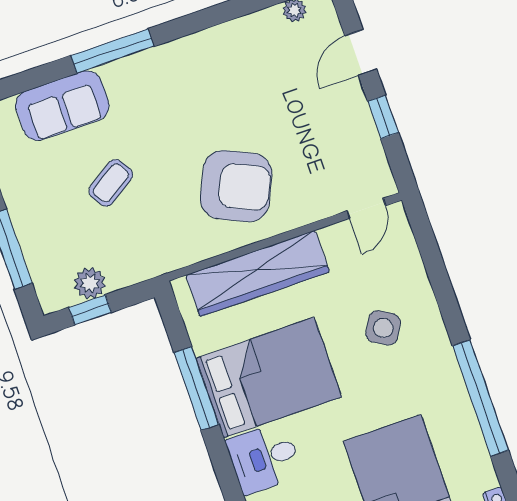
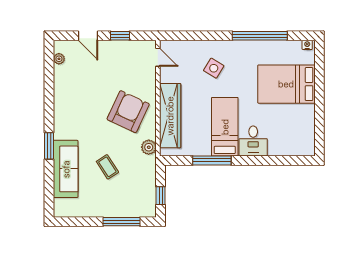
window: (112, 51) -> (49, 146), width x0.69
sofa: (62, 106) -> (66, 169), width x1.36
plant: (90, 283) -> (149, 147), moved
bed: (269, 378) -> (225, 127), width x0.67

